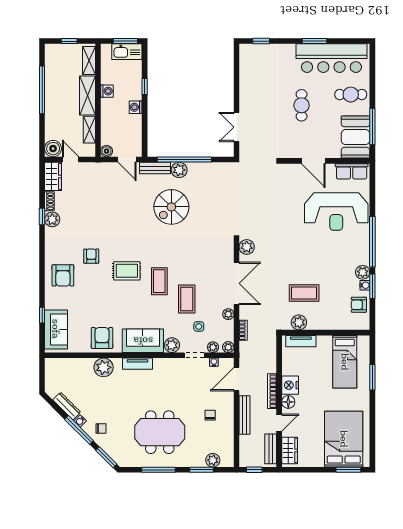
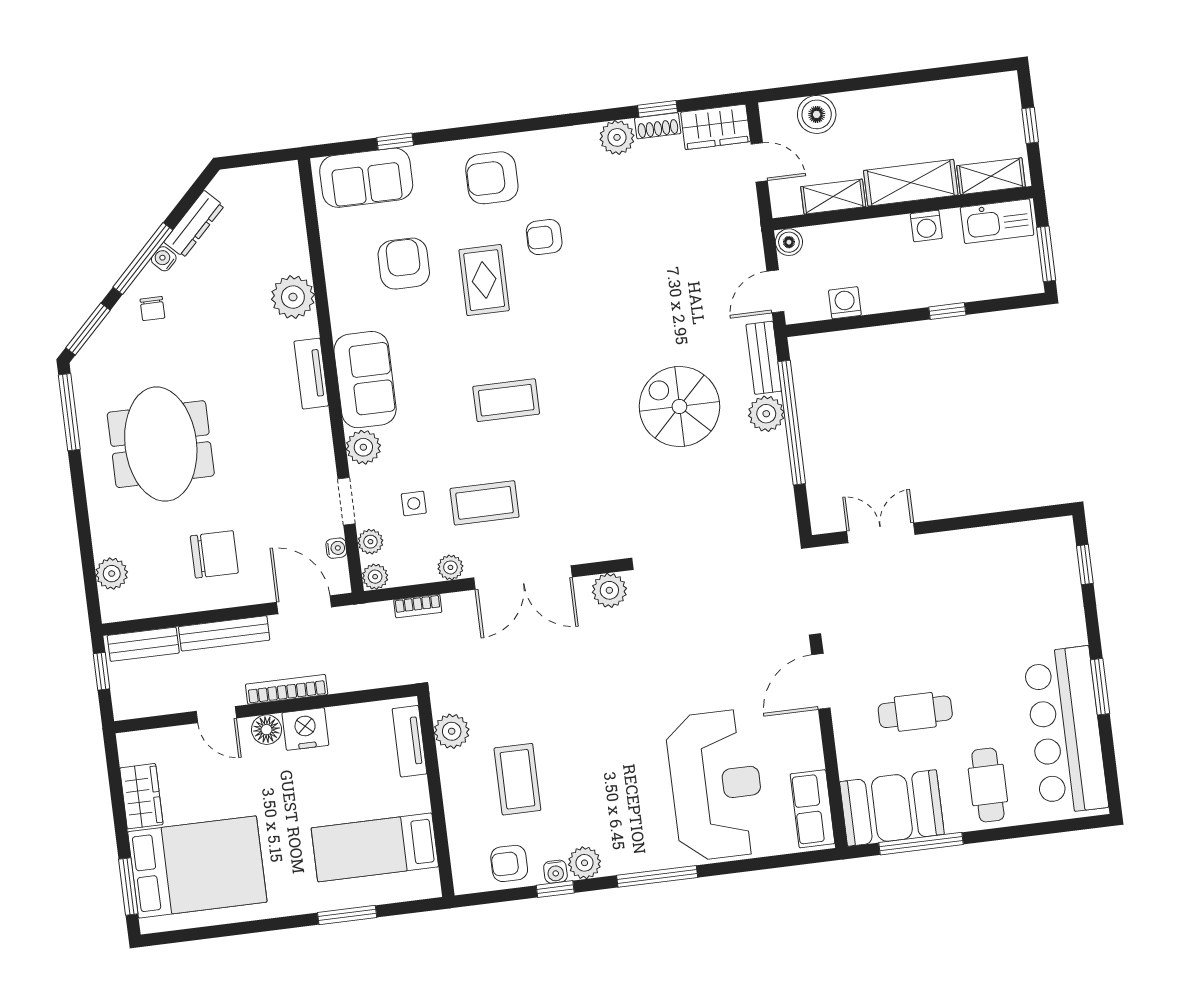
kitchen sink: (127, 52) -> (997, 221), moved, turned -90
window: (42, 90) -> (911, 77), removed
cafe table: (302, 105) -> (915, 712), moved
washing machine: (136, 107) -> (845, 303), moved
boiler: (53, 149) -> (817, 114), moved
door: (71, 160) -> (759, 162), hinge flipped
door: (313, 161) -> (821, 681), moved
reception desk: (336, 211) -> (716, 785), turned 180
window: (42, 217) -> (658, 109), moved
window: (372, 242) -> (657, 876), width x0.68
armchair: (91, 256) -> (544, 237), turned 180
rug: (127, 271) -> (484, 280), moved
window: (372, 286) -> (555, 889), width x0.67
coffee table: (304, 293) -> (517, 779), moved
coffee table: (187, 299) -> (485, 503), moved
armchair: (359, 305) -> (509, 863), turned -90
armchair: (102, 338) -> (404, 264), moved, turned -90
chair: (210, 415) -> (214, 554), width x1.87, depth x1.87
bench: (271, 449) -> (143, 644), moved
wardrobe: (290, 450) -> (141, 796), moved, turned -90
window: (158, 470) -> (69, 412), moved
window: (202, 470) -> (86, 551), removed

